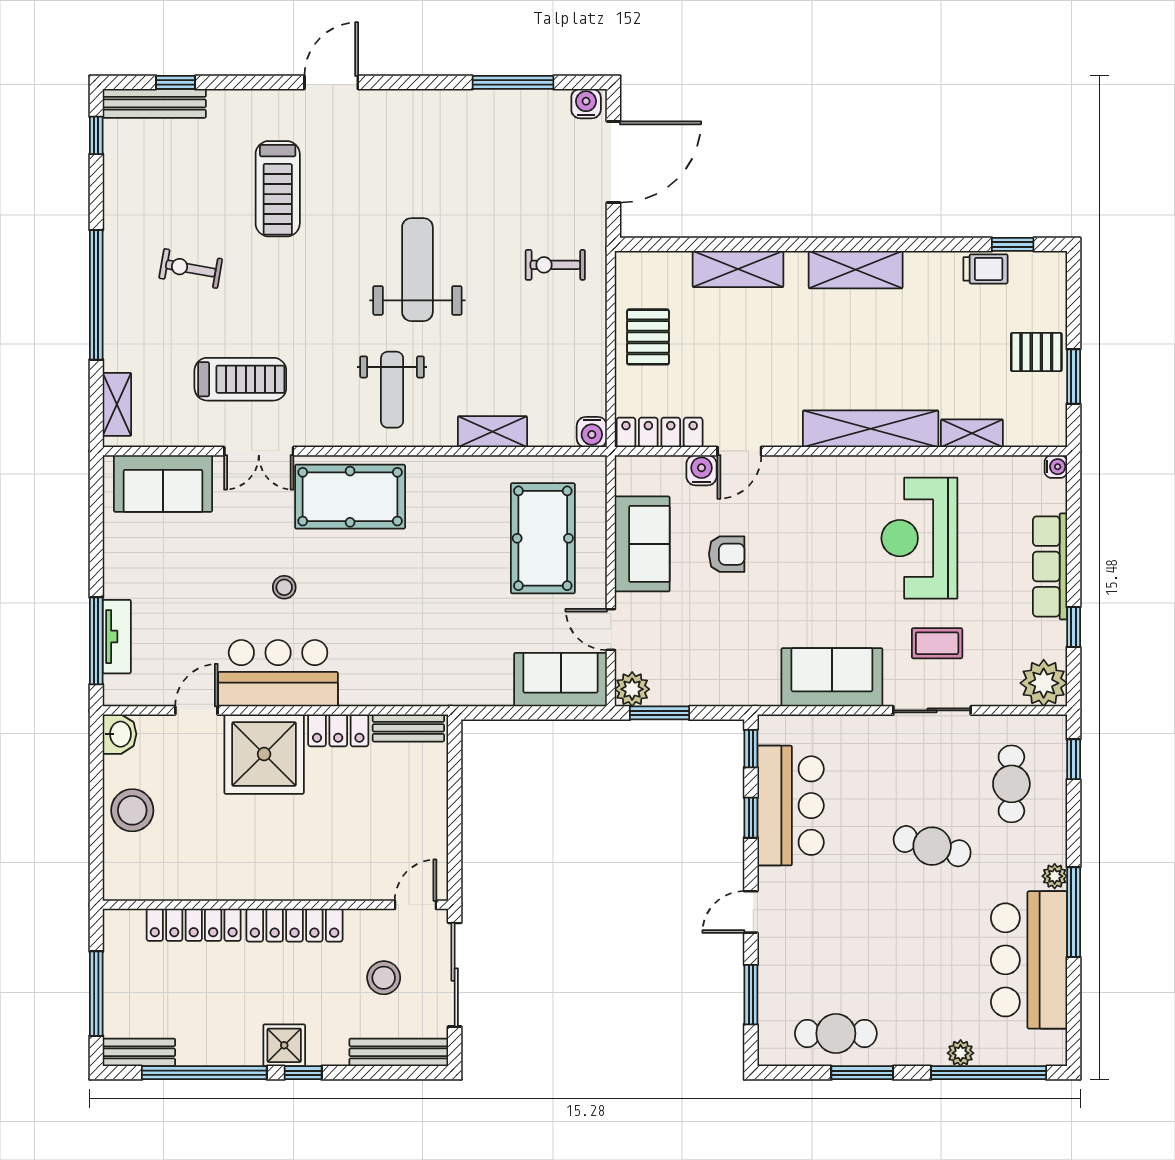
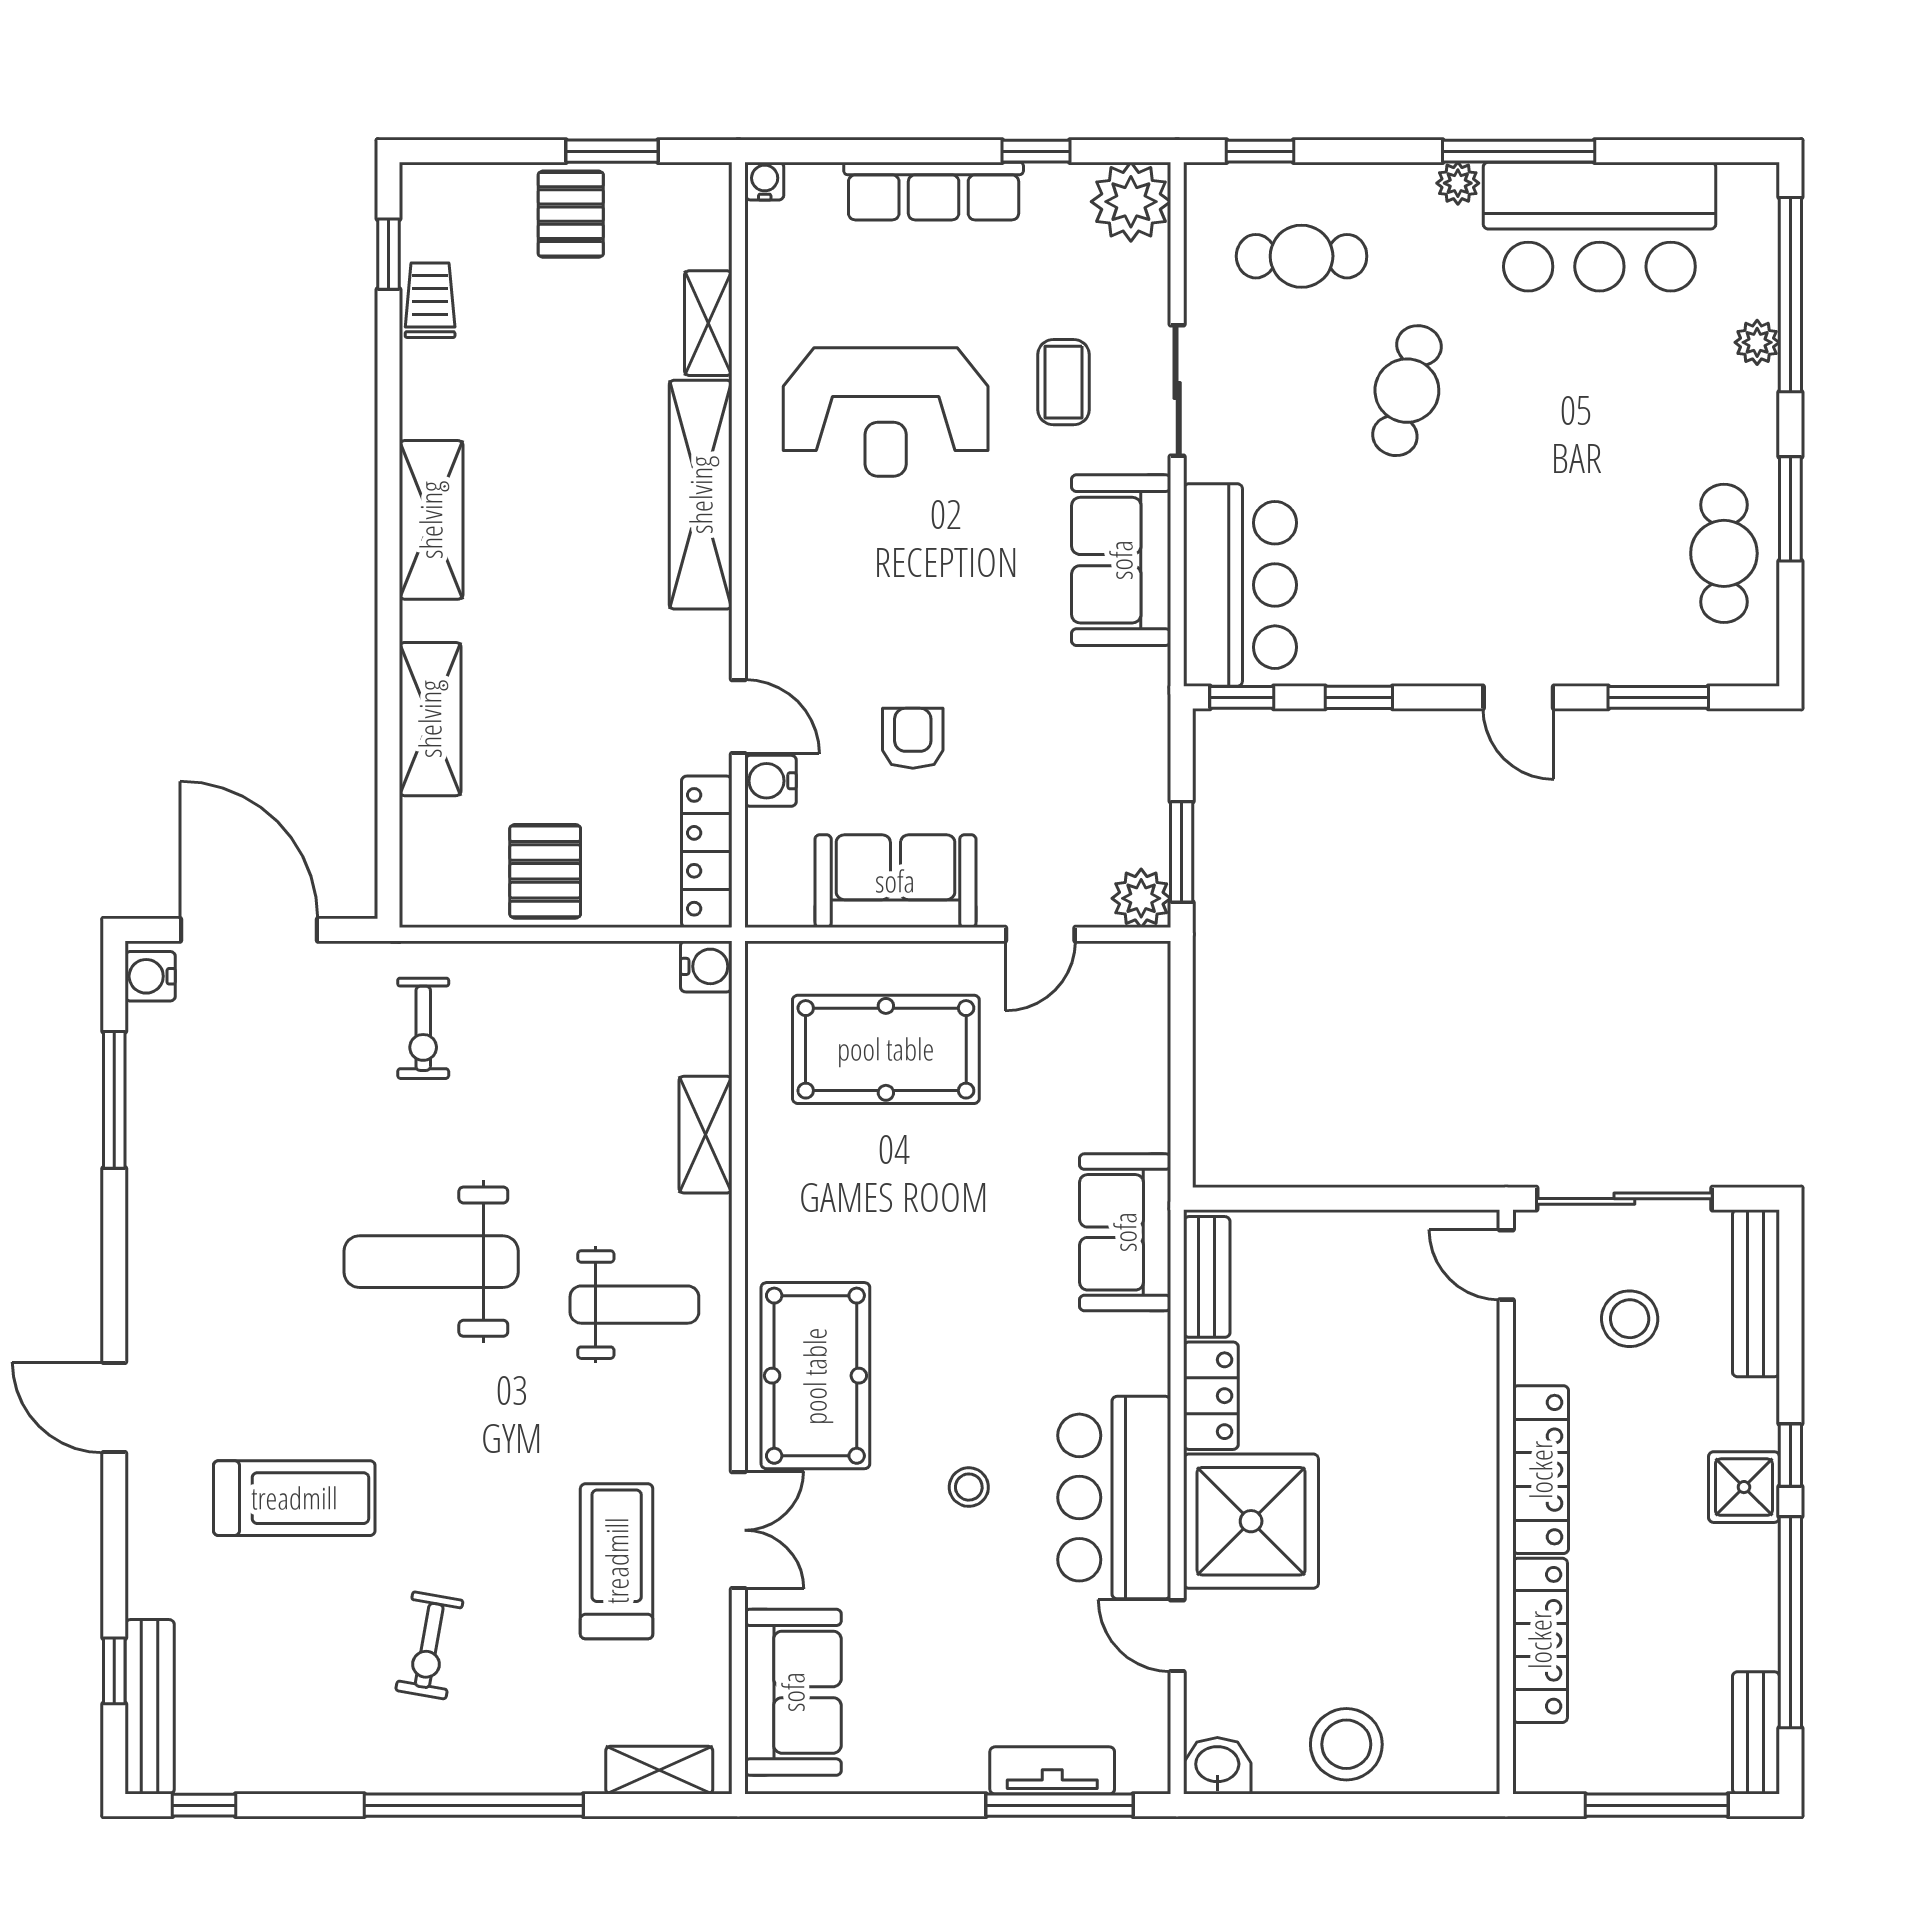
pallet: (648, 337) -> (545, 871), turned 90
sofa: (561, 680) -> (1125, 1232), moved
bar counter: (791, 806) -> (1240, 585), moved, turned 90

